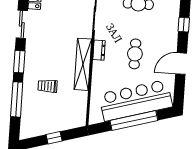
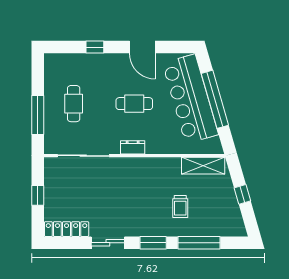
shelving: (83, 64) -> (203, 166), moved, width x0.68

